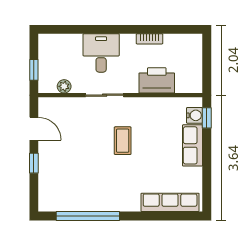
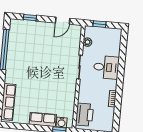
printer: (157, 80) -> (84, 115), moved
coffee table: (123, 141) -> (50, 76), removed
window: (34, 163) -> (30, 18), moved

